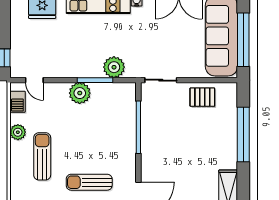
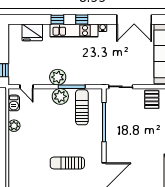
plant: (114, 67) -> (58, 77), moved
pallet: (202, 97) -> (152, 99), turned 90
sun lounger: (42, 156) -> (82, 107), moved

